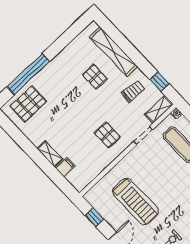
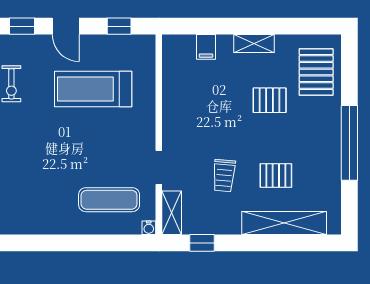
window: (28, 74) -> (349, 143), moved
trolley: (133, 91) -> (224, 176), moved
pallet: (107, 135) -> (270, 100), moved
shelving: (50, 154) -> (254, 44), moved

